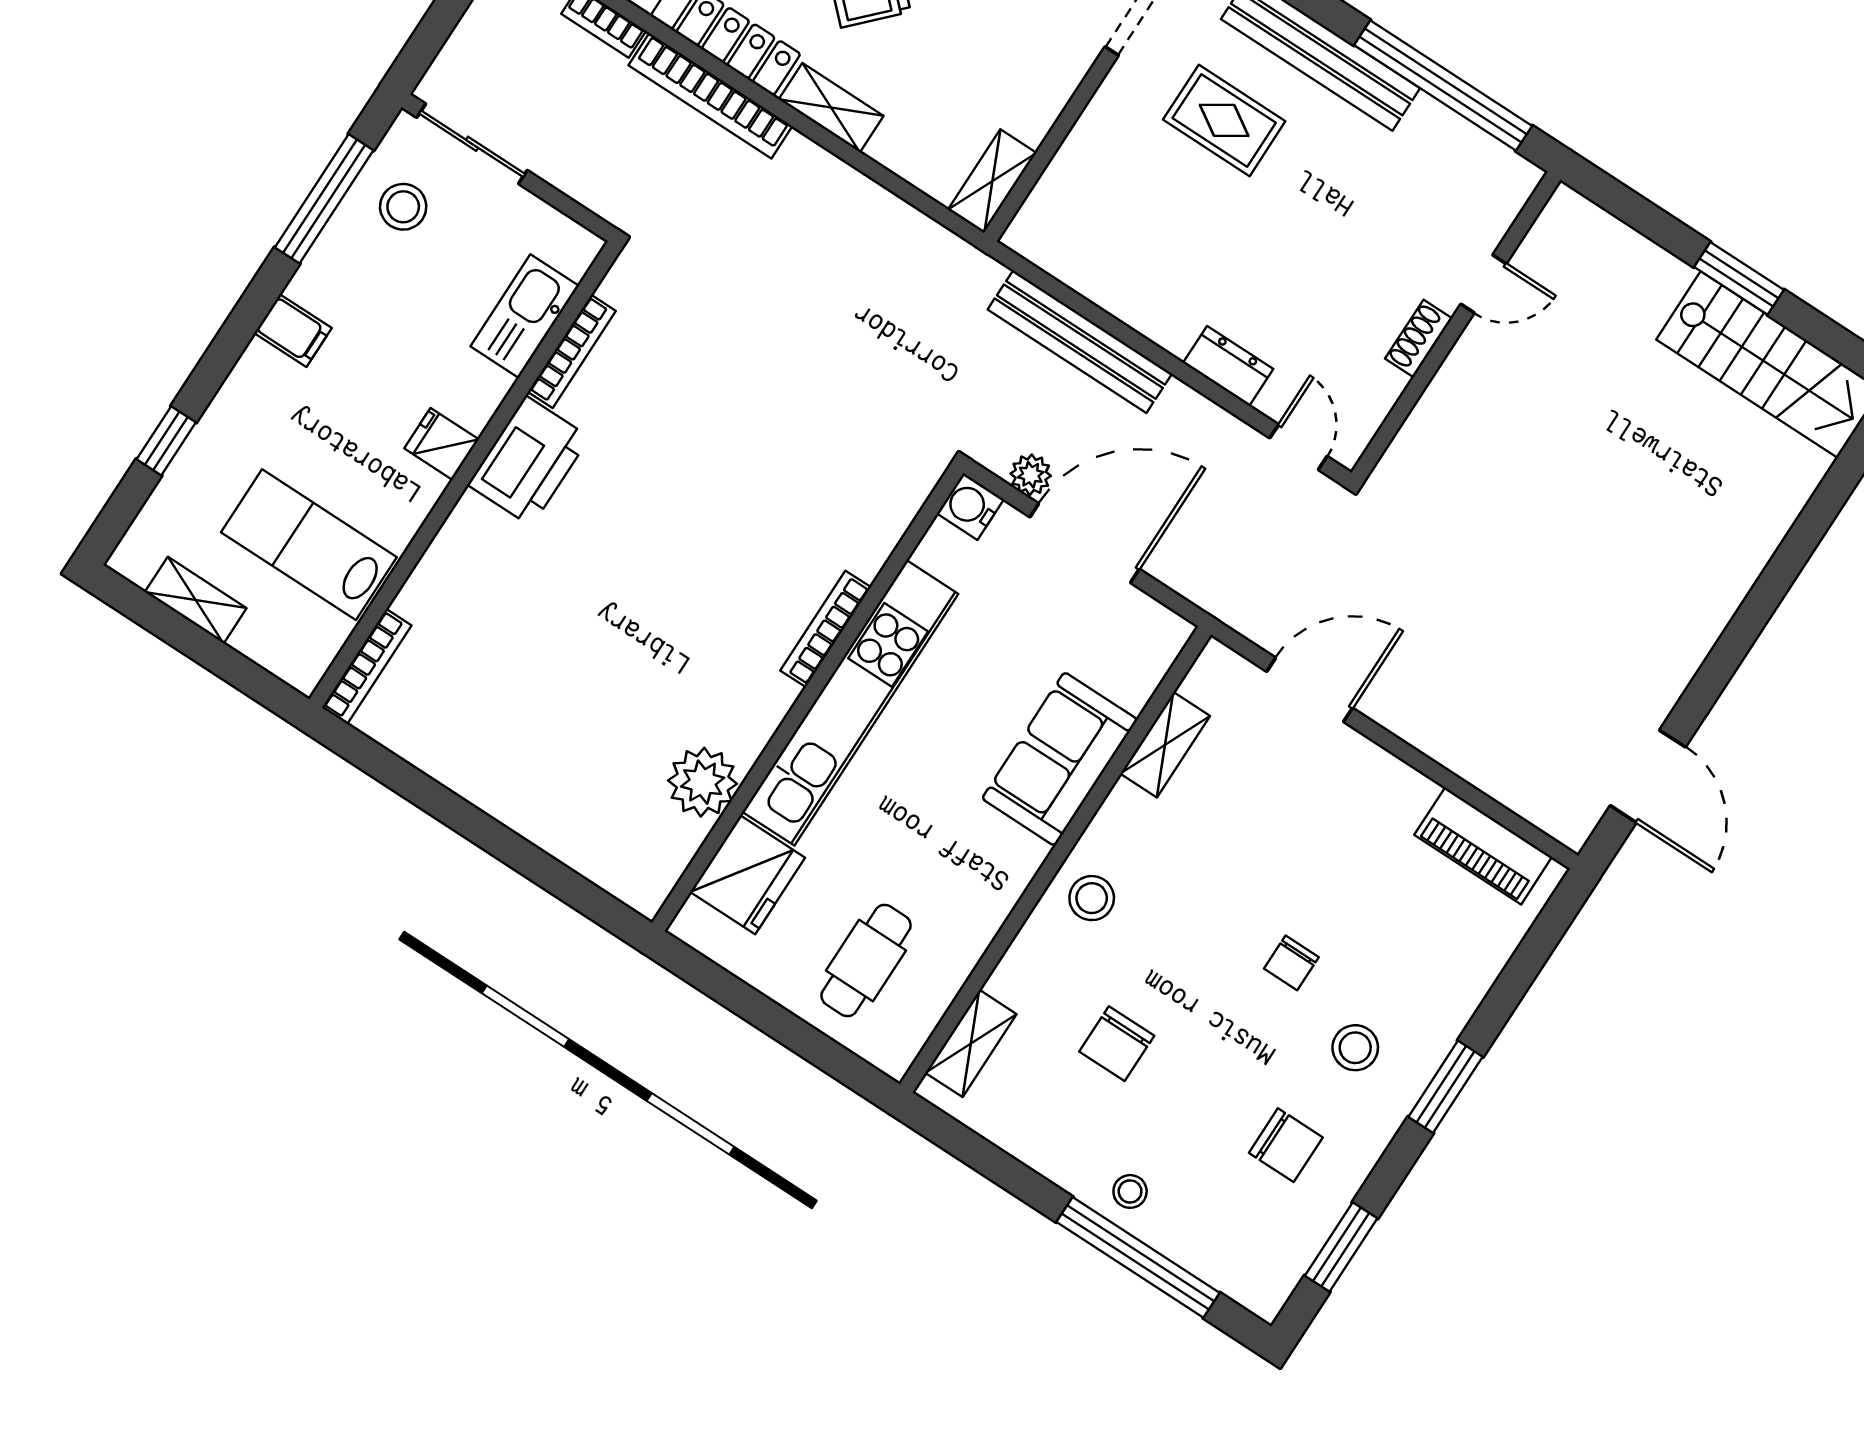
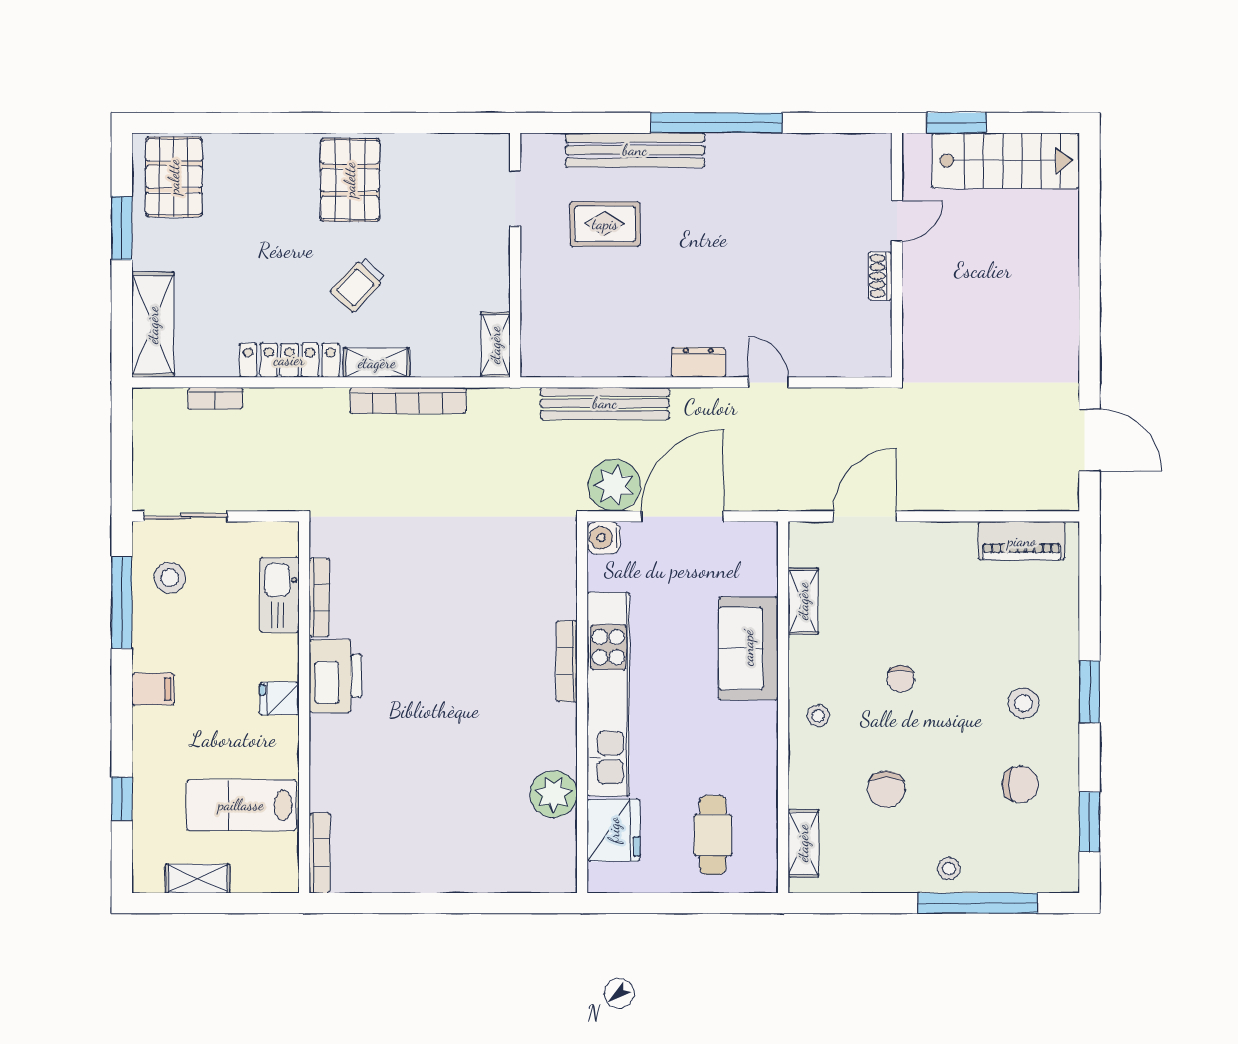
bookcase: (710, 96) -> (408, 401), moved
door: (1484, 284) -> (897, 221), moved
wall: (1456, 326) -> (897, 255), moved
shoe rack: (1419, 338) -> (880, 276), moved
plant: (1031, 475) -> (614, 485), width x1.88, depth x1.88
stool: (1092, 898) -> (818, 716), width x0.73, depth x0.73
chair: (1291, 963) -> (901, 679), moved

